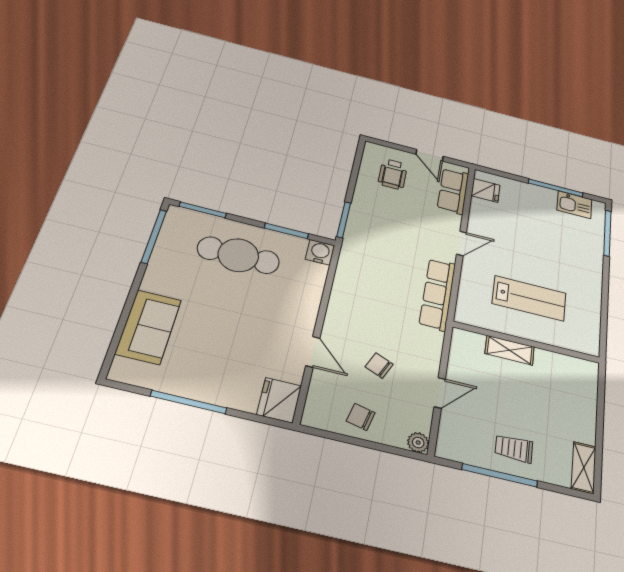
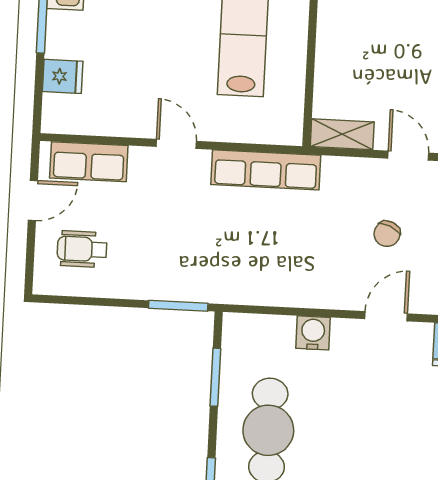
wheelchair: (393, 174) -> (82, 249), turned 180
fridge: (486, 190) -> (63, 76), moved, turned 90
water cooler: (320, 252) -> (313, 333), moved, turned 90
shelving: (510, 350) -> (342, 134), moved, turned 90

